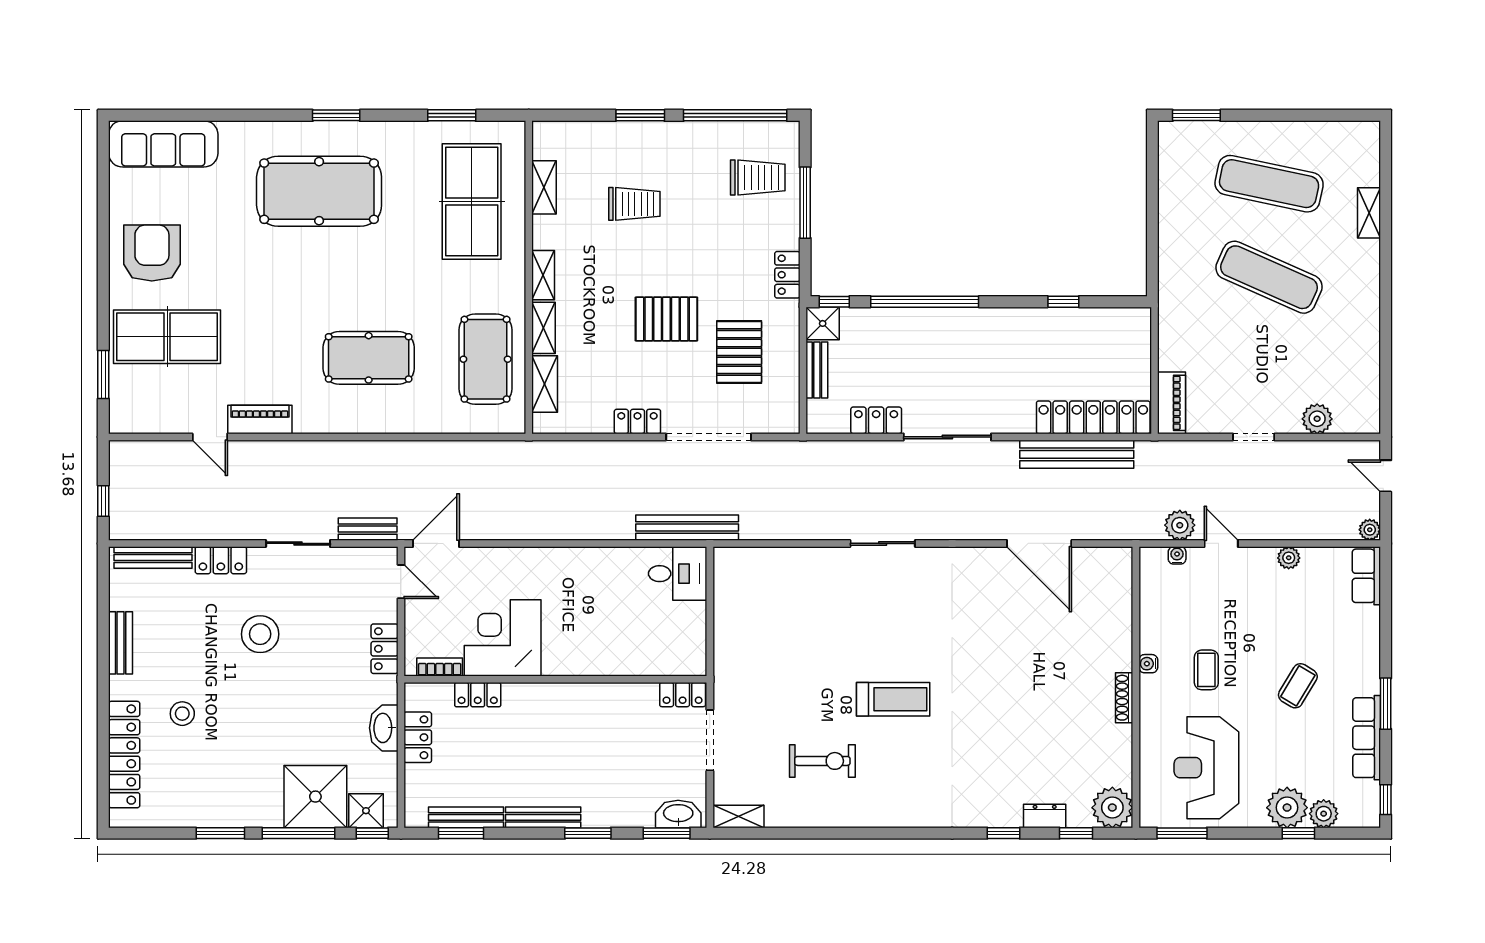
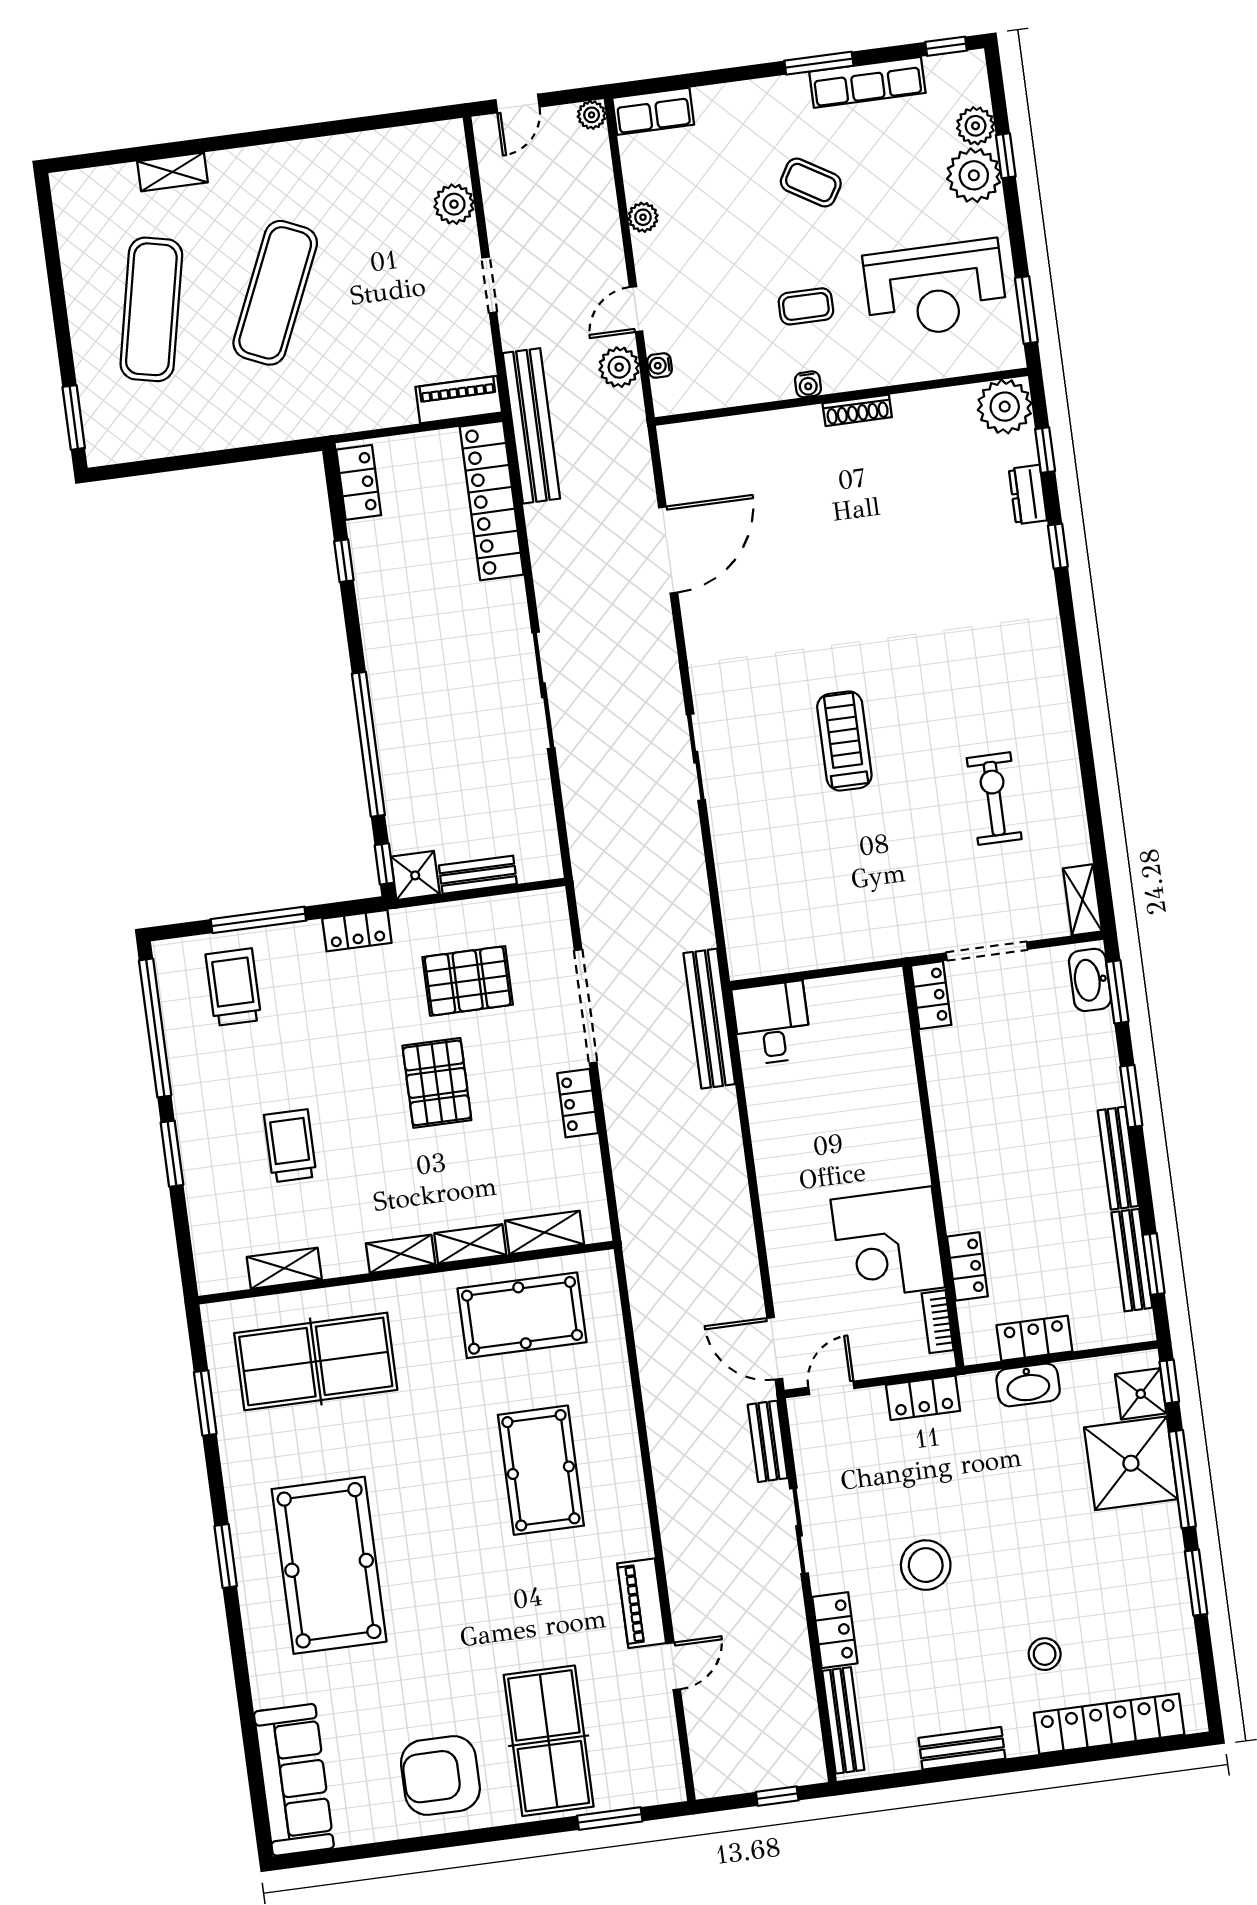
locker: (876, 420) -> (359, 482), moved, turned 180
bench: (1077, 454) -> (531, 426), moved
treadmill: (893, 699) -> (844, 741), moved

